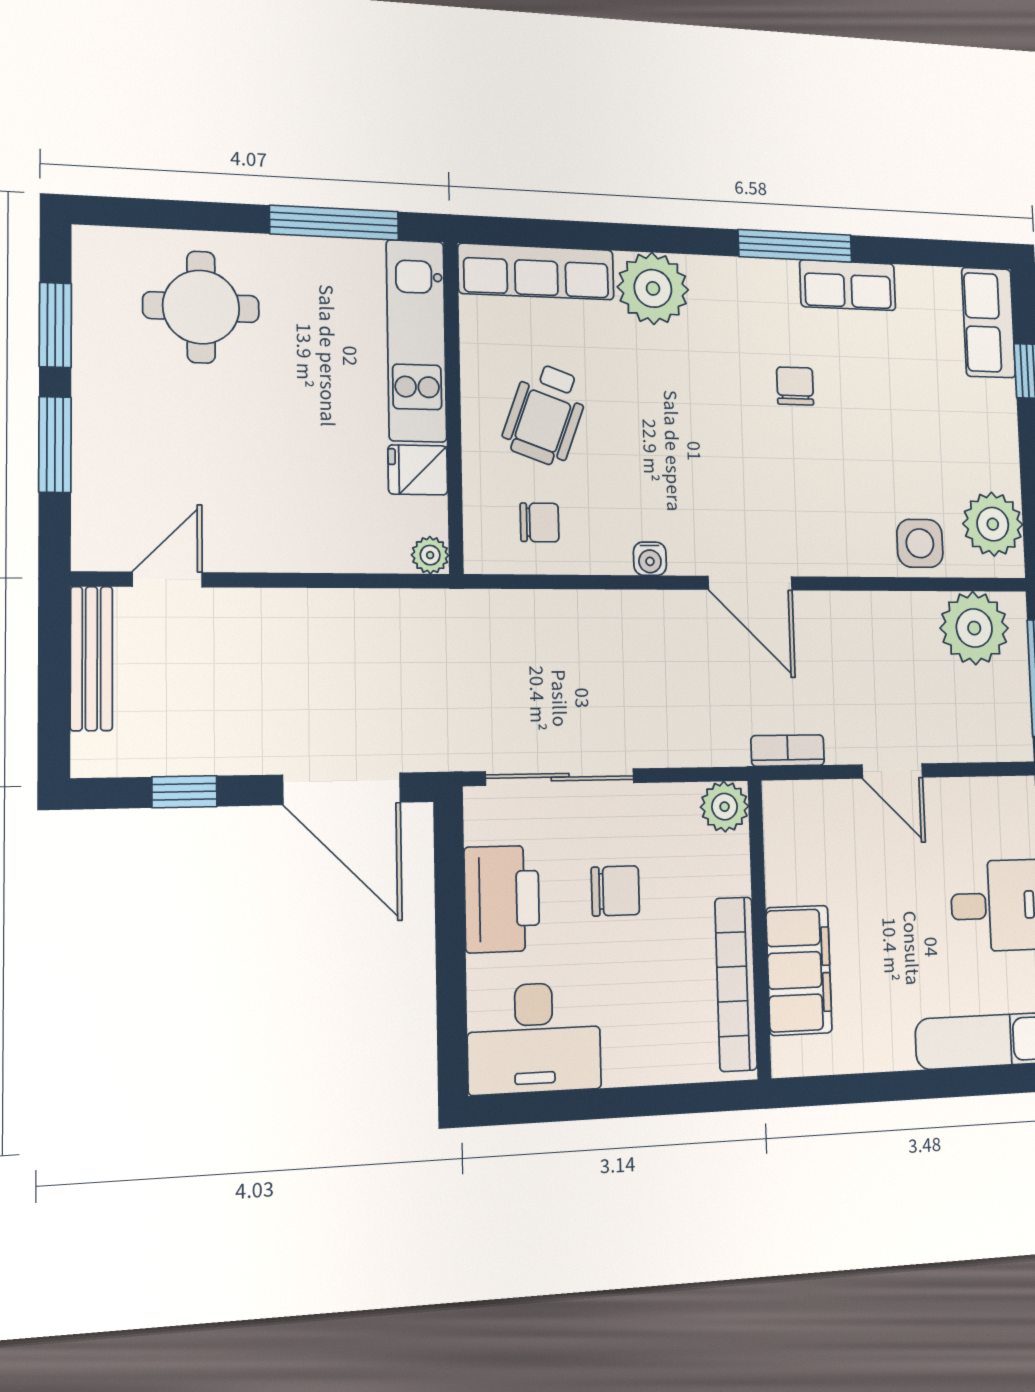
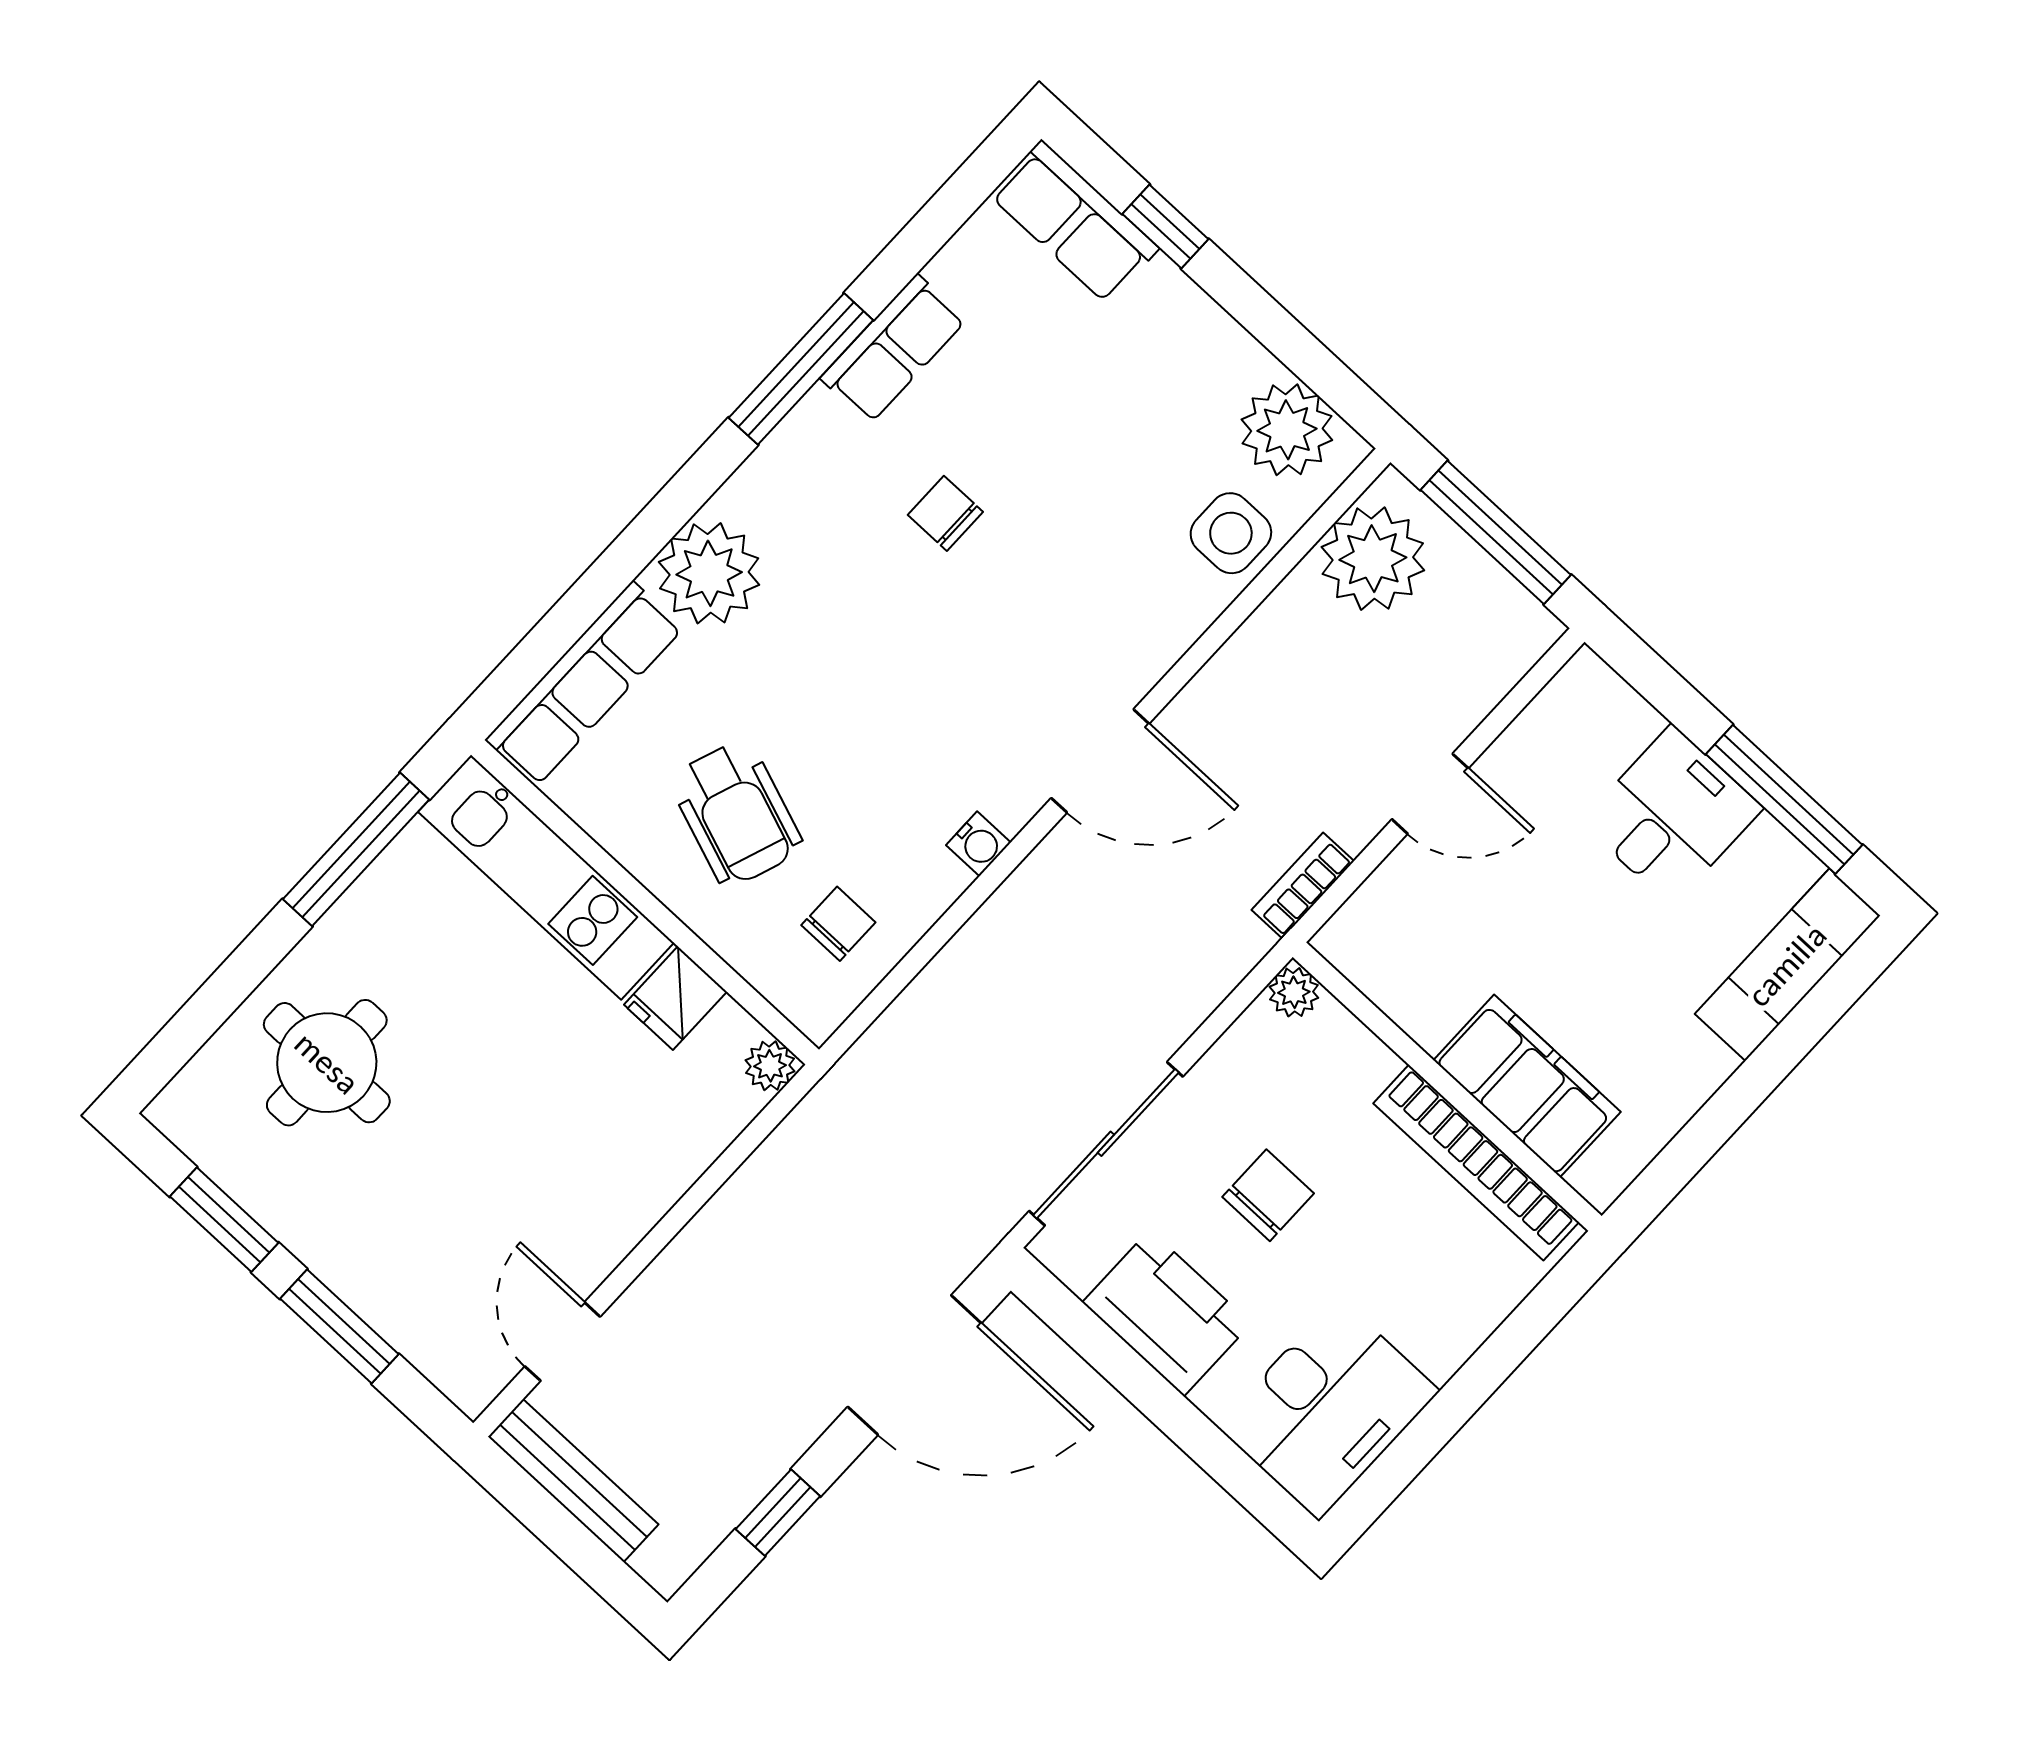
plant: (725, 807) -> (1294, 992), width x0.73, depth x0.73

